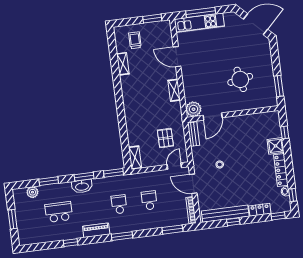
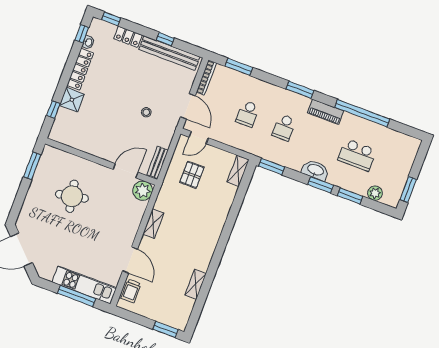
window: (152, 19) -> (166, 329), moved
trolley: (135, 40) -> (131, 291), moved
window: (84, 177) -> (321, 185), moved
window: (13, 219) -> (408, 189), moved
window: (71, 243) -> (362, 113), width x3.17

